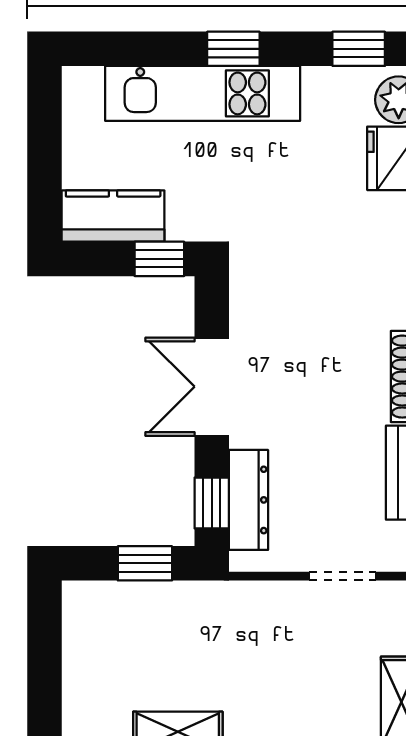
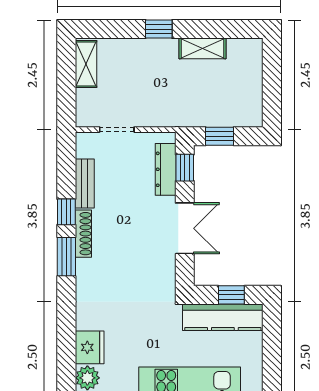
kitchen counter: (113, 216) -> (223, 317), width x1.50
window: (159, 259) -> (231, 295), moved

